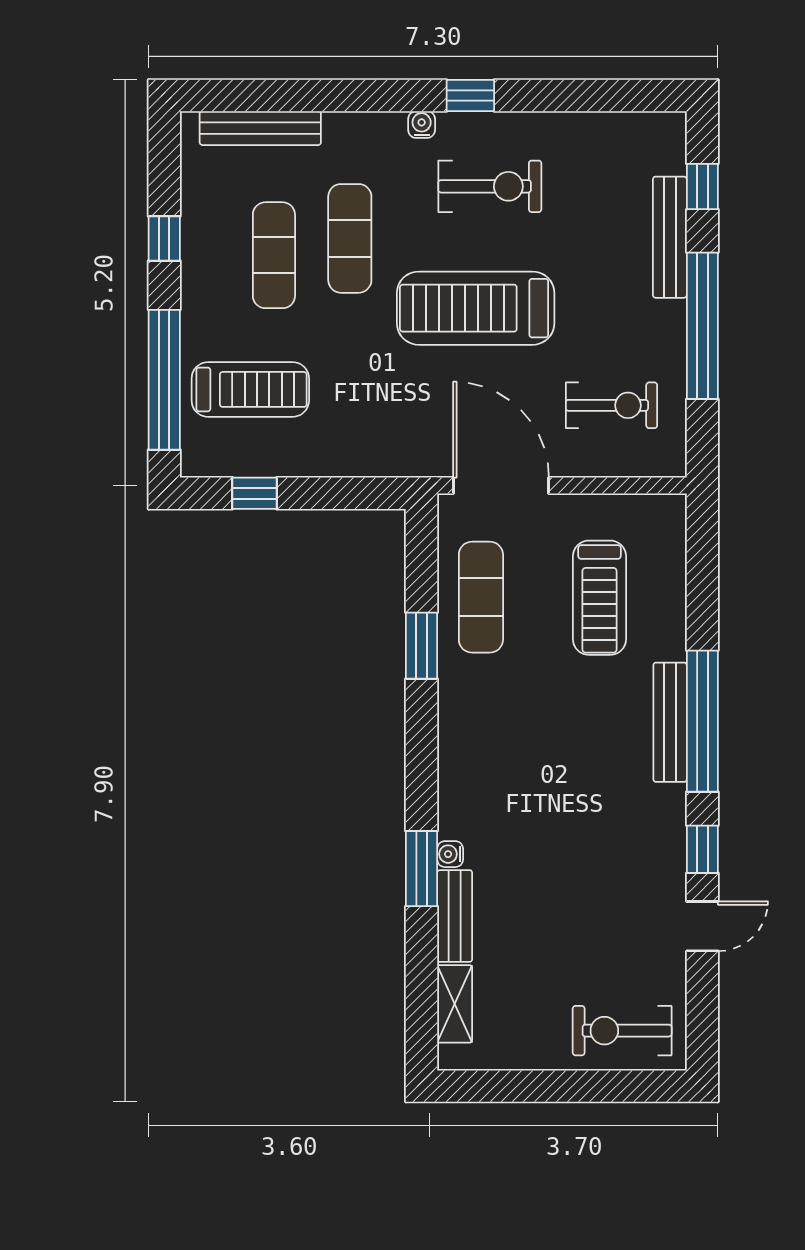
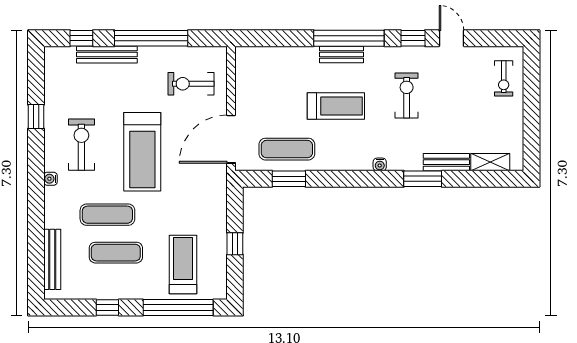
window: (470, 95) -> (36, 117), moved
exercise bike: (611, 405) -> (191, 84), turned -90
window: (255, 493) -> (235, 244), moved
treadmill: (600, 598) -> (336, 106), moved
window: (422, 646) -> (289, 179), moved
bench: (670, 722) -> (341, 54), width x0.73
exercise bike: (588, 836) -> (407, 96), added
water cooler: (450, 854) -> (380, 164), moved
exercise bike: (622, 1031) -> (504, 78), width x0.73, depth x0.72

